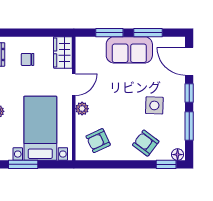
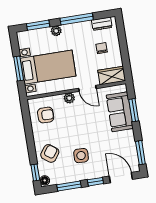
window: (148, 33) -> (140, 153), moved
sofa: (129, 50) -> (120, 112), moved
door: (189, 61) -> (121, 178), hinge flipped
armchair: (98, 141) -> (46, 115), turned 115
window: (23, 164) -> (19, 69), moved

